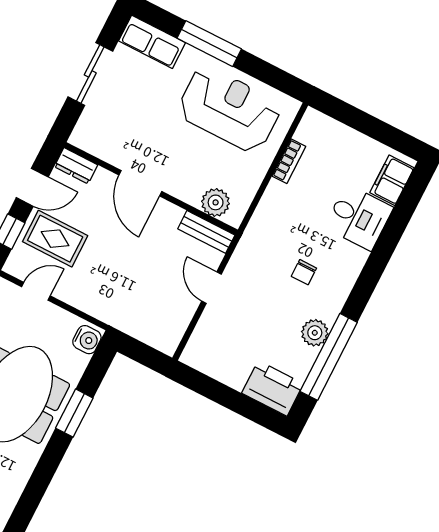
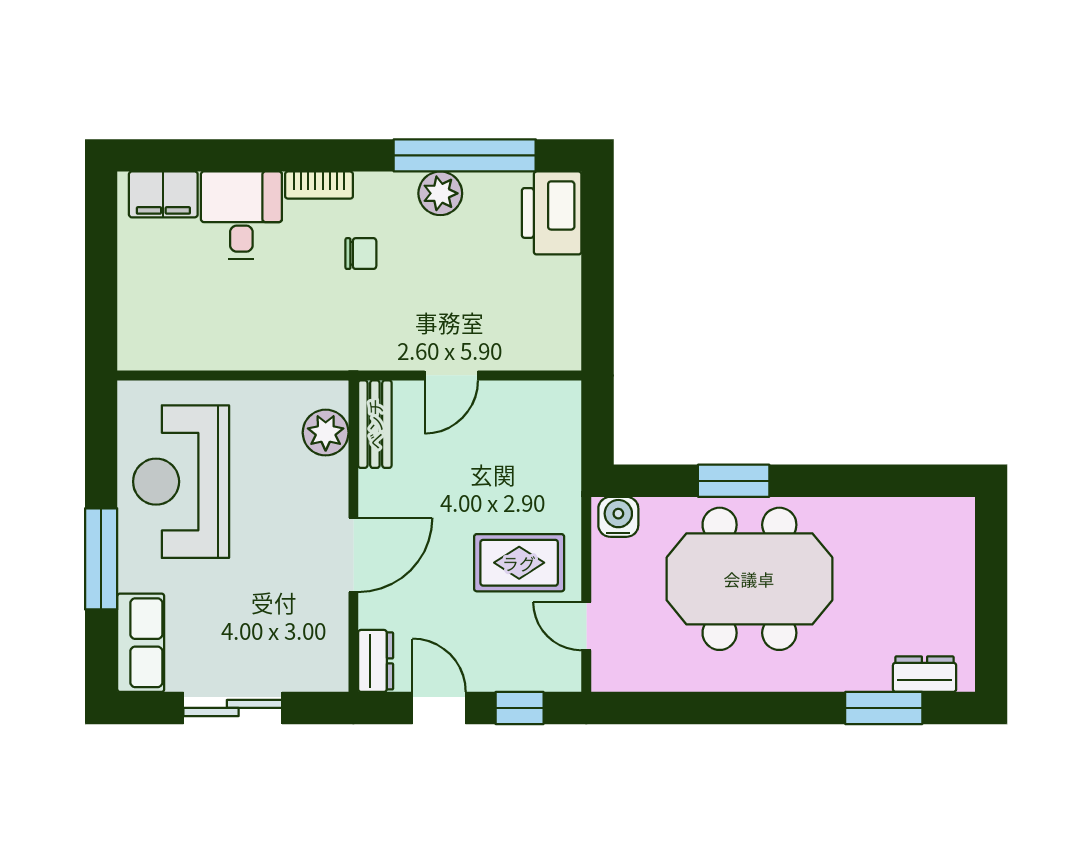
bookcase: (289, 161) -> (319, 185), moved, turned 180
rug: (55, 239) -> (519, 563), moved, turned 90

